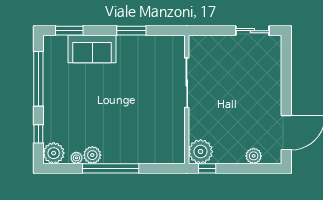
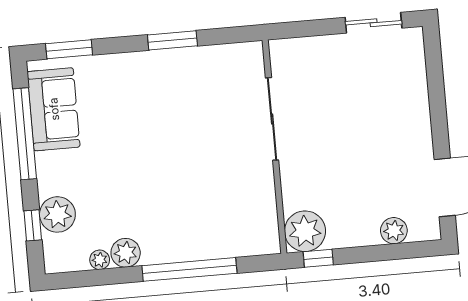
sofa: (92, 49) -> (54, 109), moved, turned -90
plant: (54, 153) -> (57, 214), moved
window: (111, 168) -> (189, 269), moved

